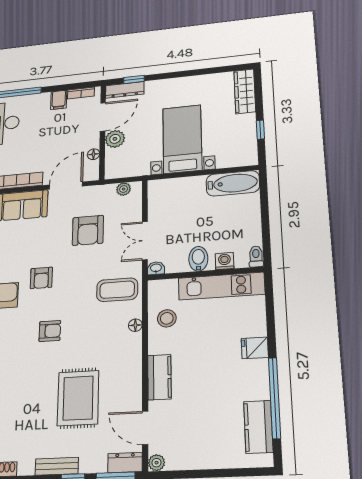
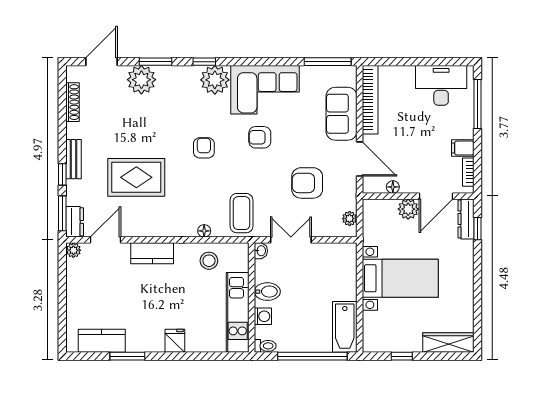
door: (103, 117) -> (436, 196), hinge flipped
window: (265, 211) -> (312, 356), added
armchair: (50, 331) -> (204, 148), turned 180
window: (275, 398) -> (127, 356), width x0.47

